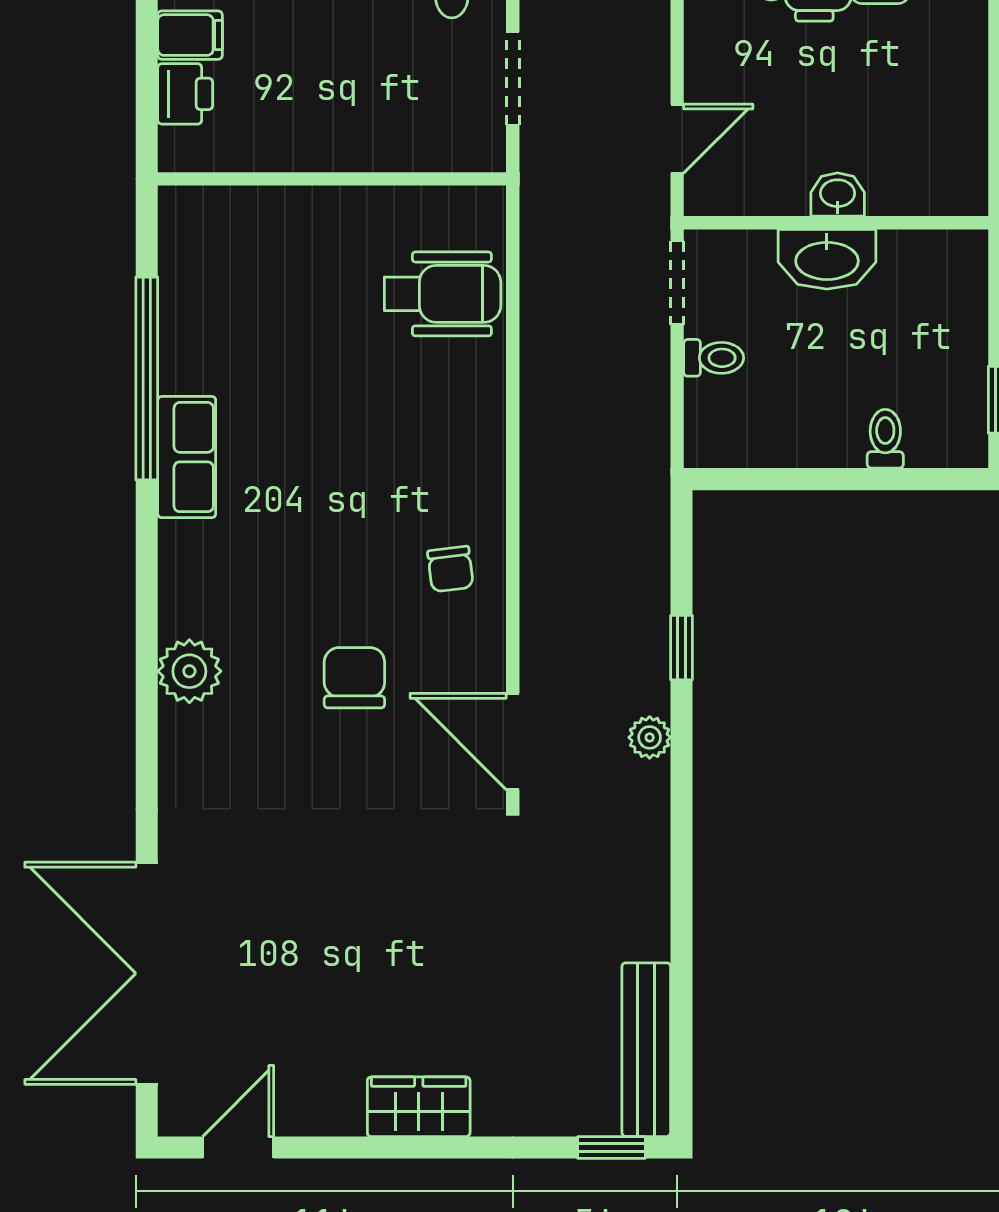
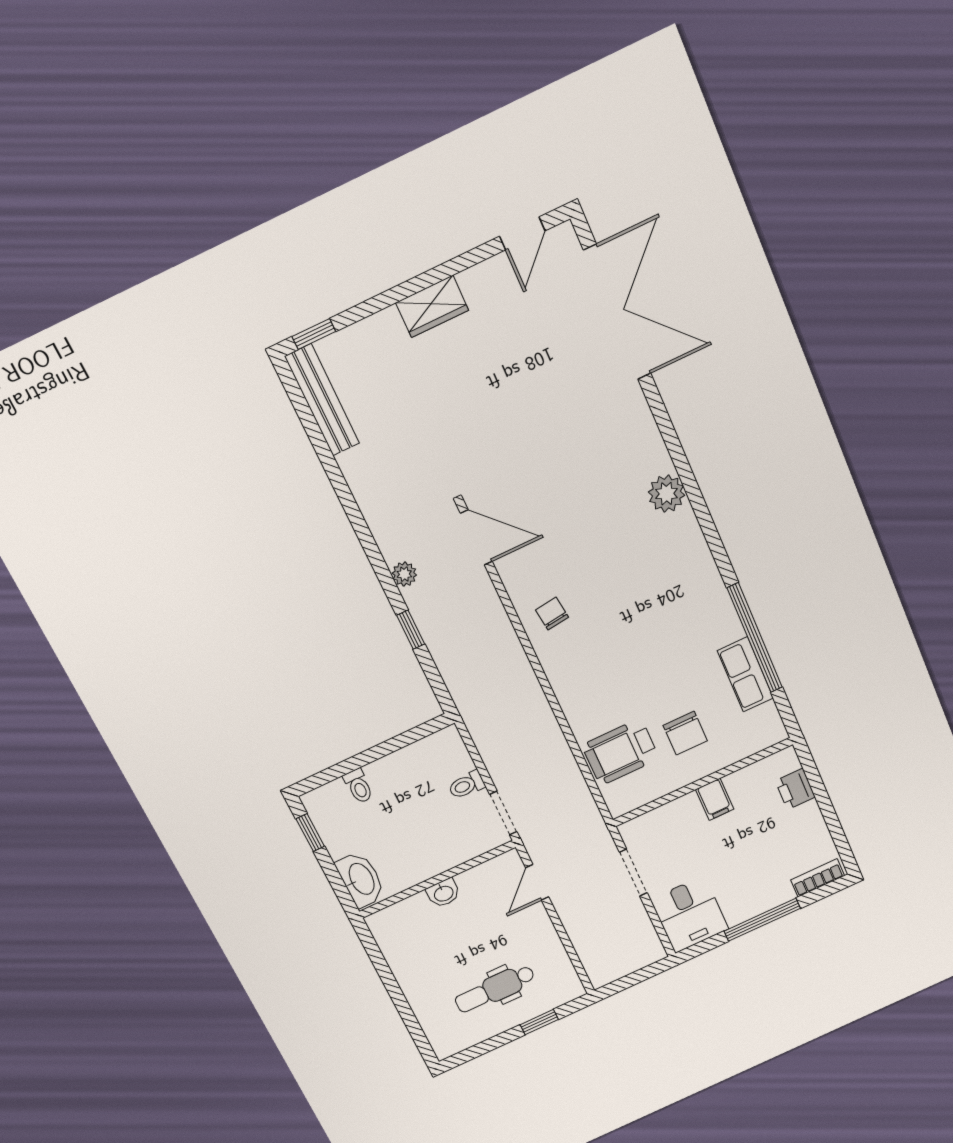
filing cabinet: (190, 35) -> (715, 799), moved, turned -90
washbasin: (827, 259) -> (361, 879), moved, turned 90
row of seats: (187, 457) -> (745, 674), moved
chair: (354, 678) -> (685, 733), moved

